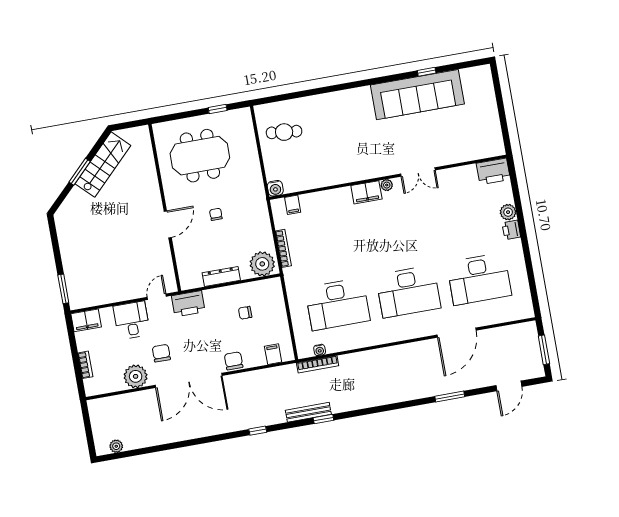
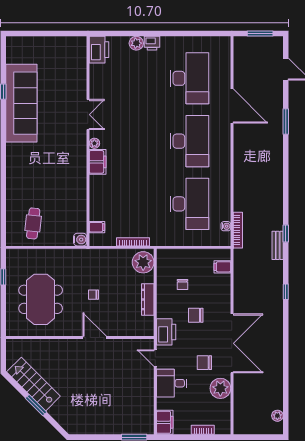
chair: (234, 361) -> (196, 315), moved
bench: (308, 412) -> (278, 245), width x0.73

